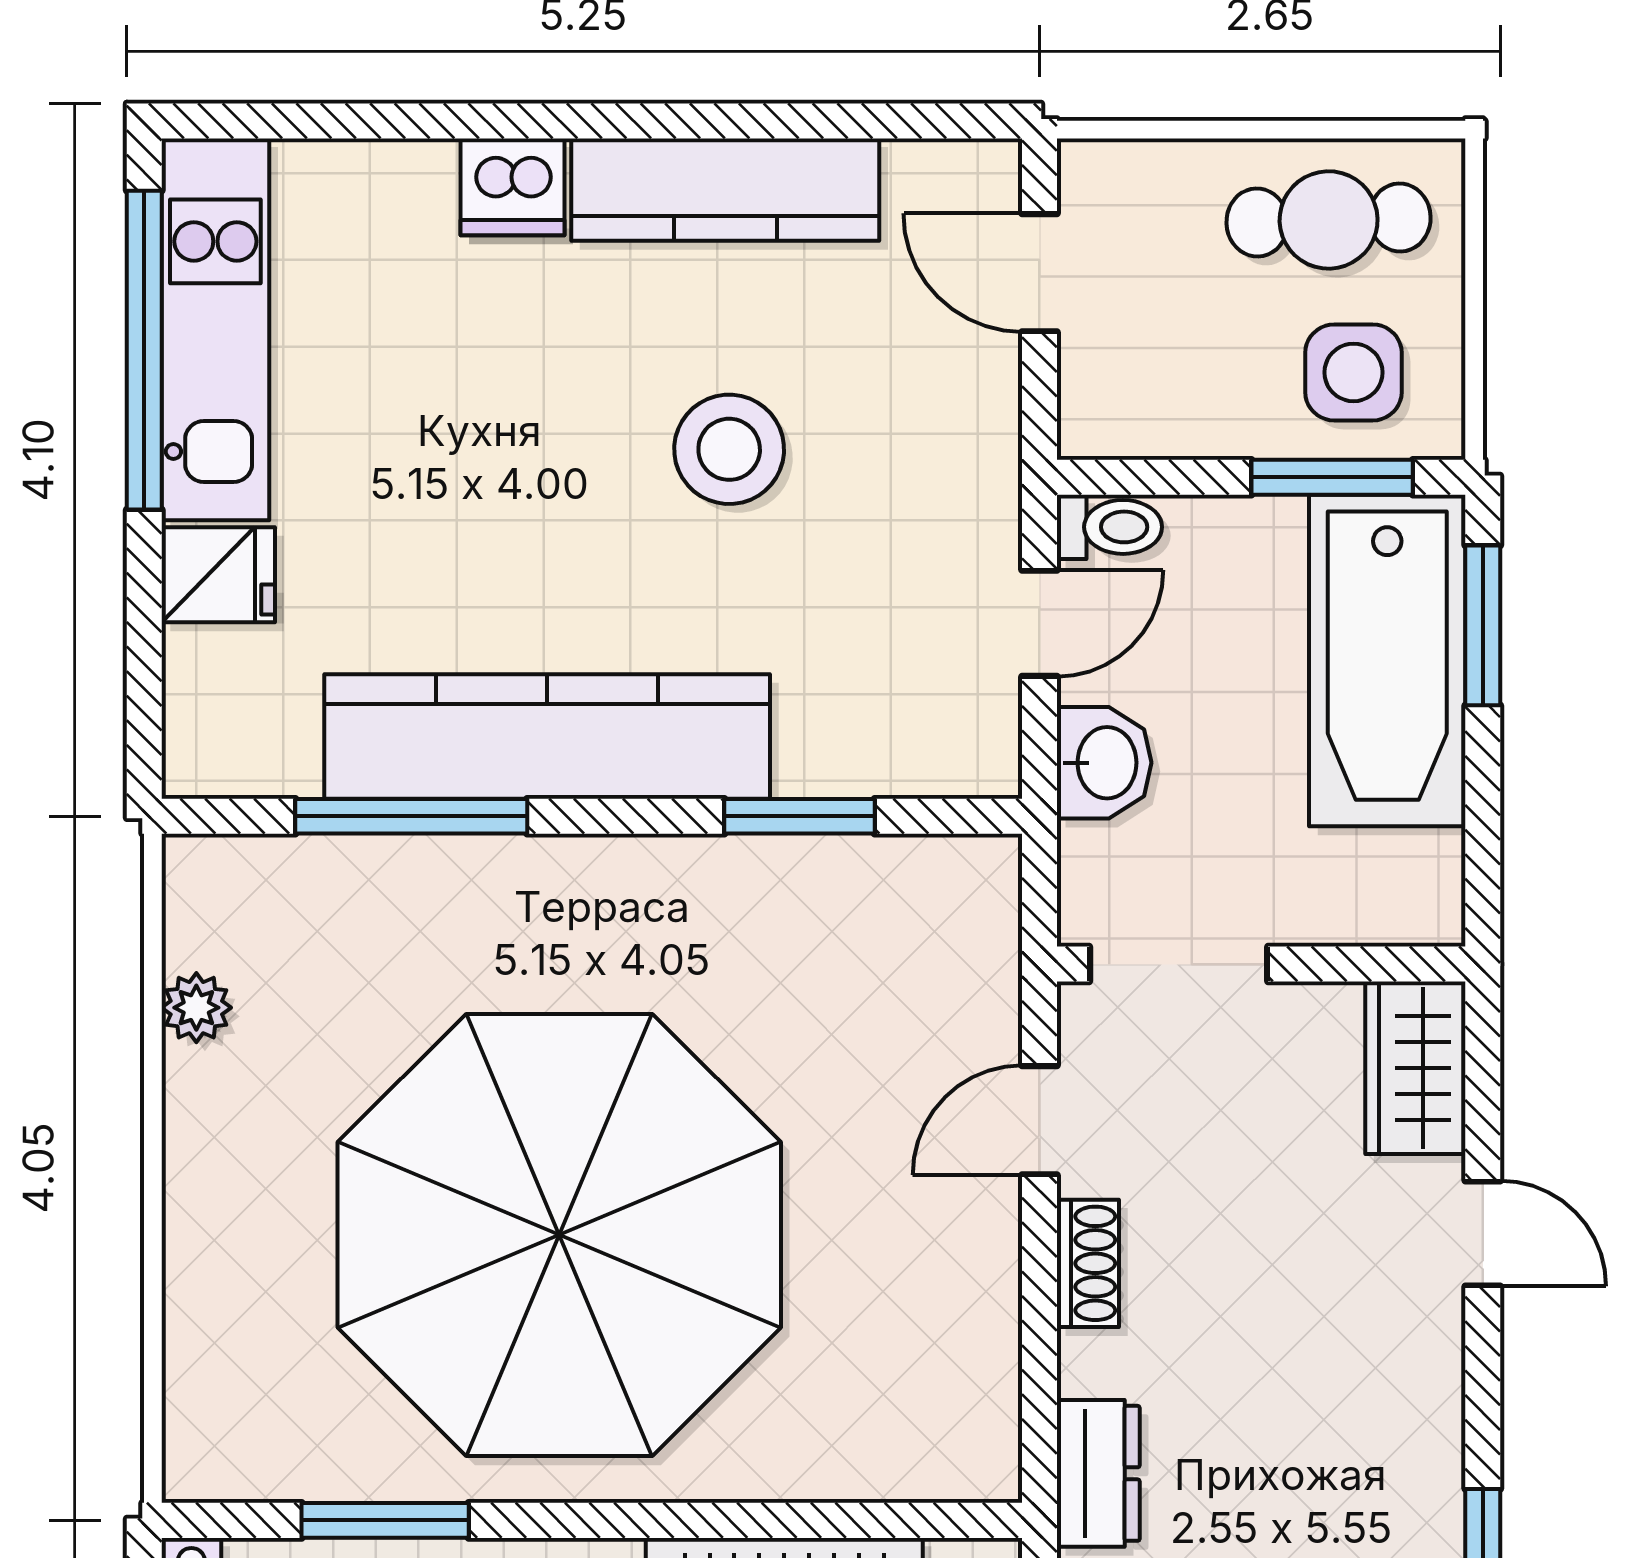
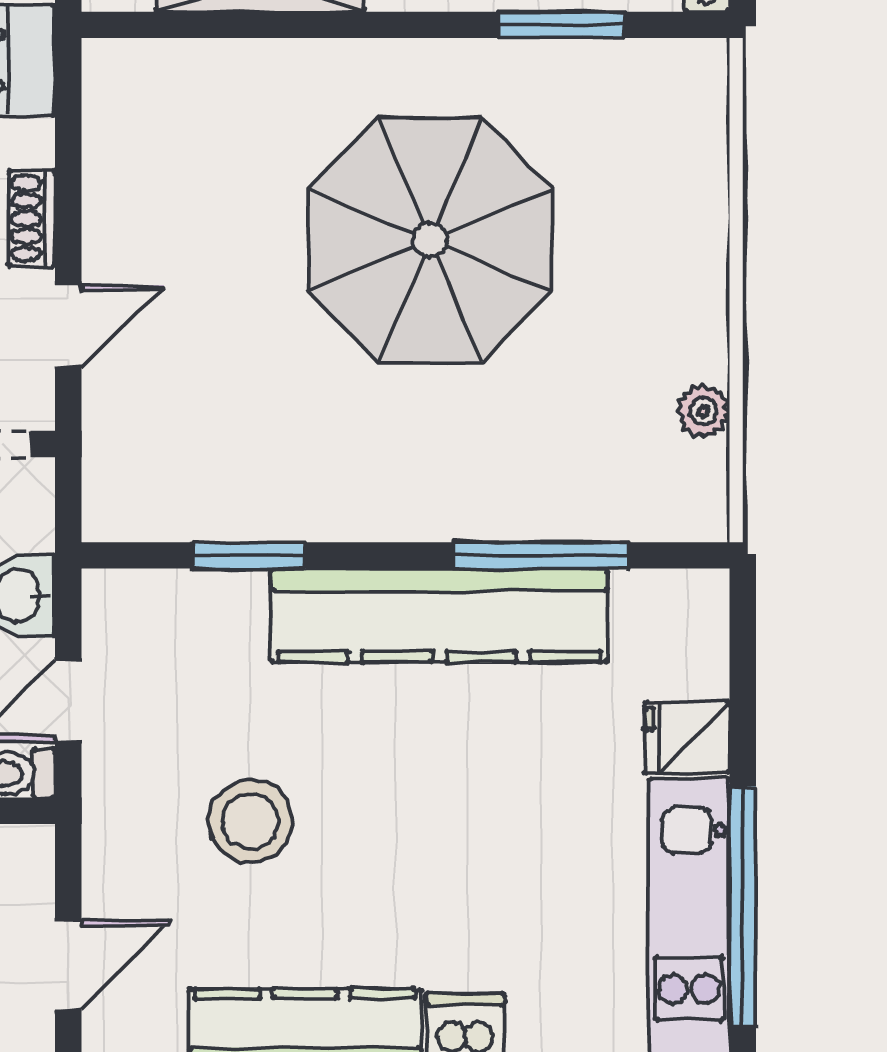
door: (1039, 273) -> (68, 965), hinge flipped
stool: (729, 449) -> (250, 821), moved
parasol: (559, 1235) -> (430, 240), width x0.73, depth x0.73

